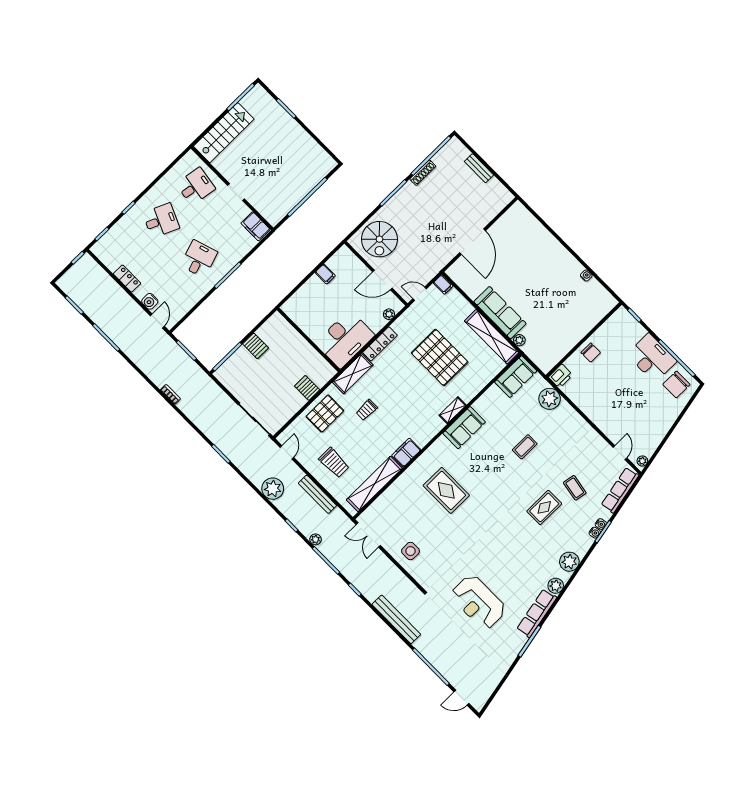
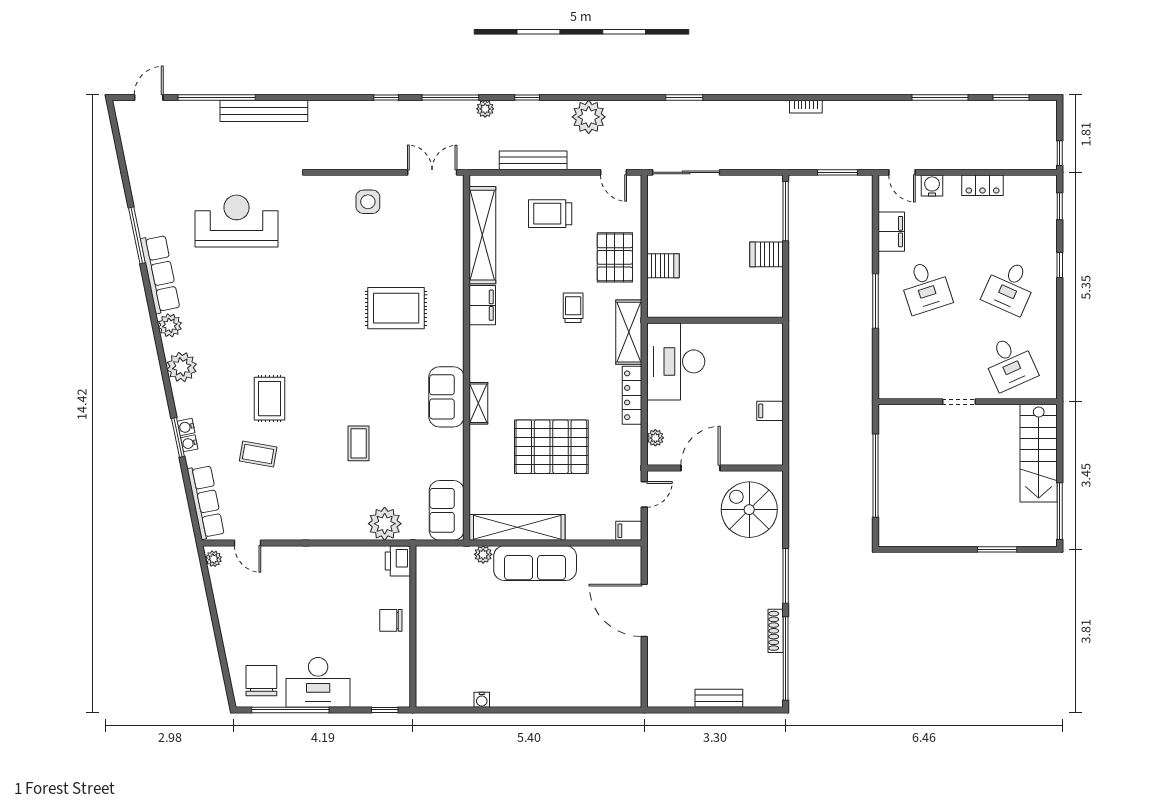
desk: (196, 186) -> (1010, 363), turned -33
filing cabinet: (256, 226) -> (891, 232), moved, turned 90
bench: (396, 619) -> (264, 111), moved

